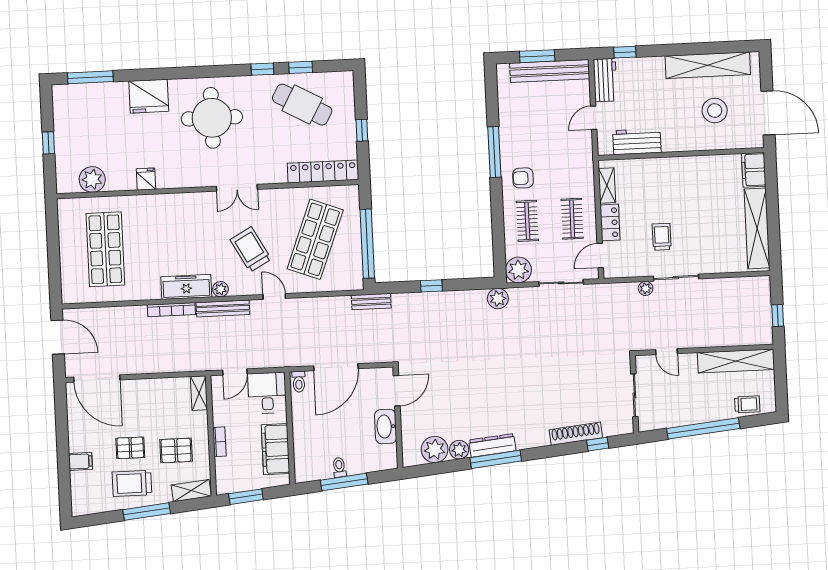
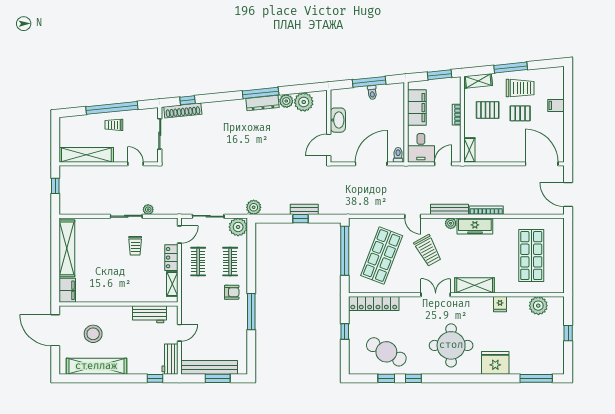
shelving: (183, 204) -> (475, 285), added
bench: (371, 302) -> (304, 209), moved
trolley: (747, 404) -> (114, 125), moved
shoe rack: (576, 434) -> (183, 110), moved

